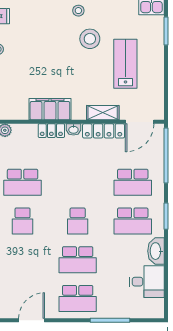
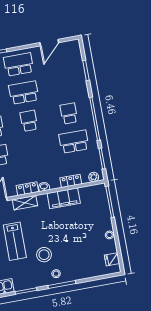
locker: (51, 131) -> (71, 181), moved
locker: (104, 131) -> (27, 189), width x0.66

